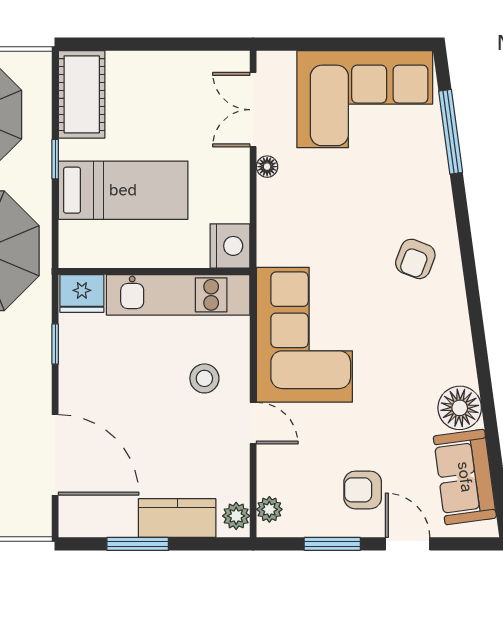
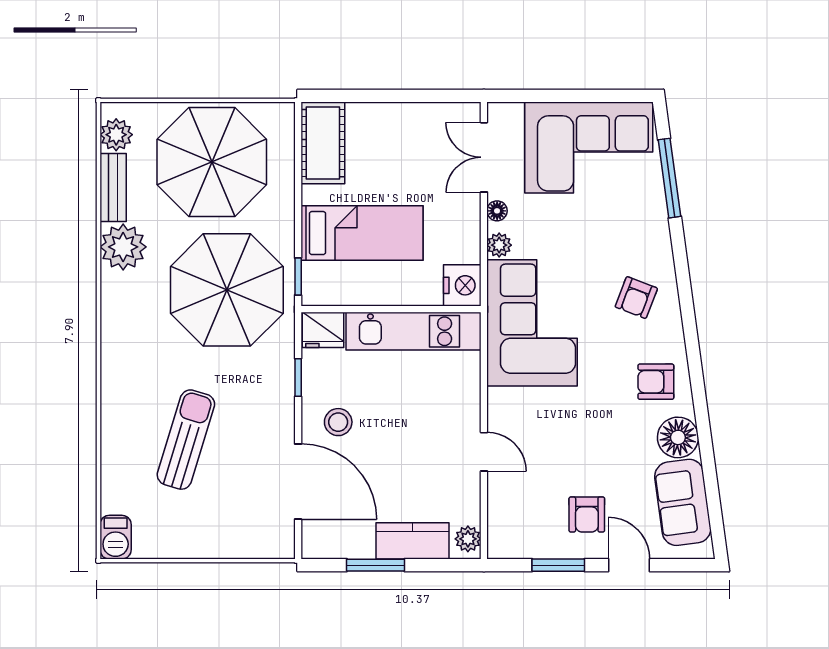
window: (55, 159) -> (298, 276), moved
corner sofa: (304, 335) -> (532, 323), moved
armchair: (436, 348) -> (656, 382), added
stool: (204, 378) -> (338, 422), moved
armchair: (363, 490) -> (587, 514), turned -90
plant: (269, 509) -> (499, 245), moved

